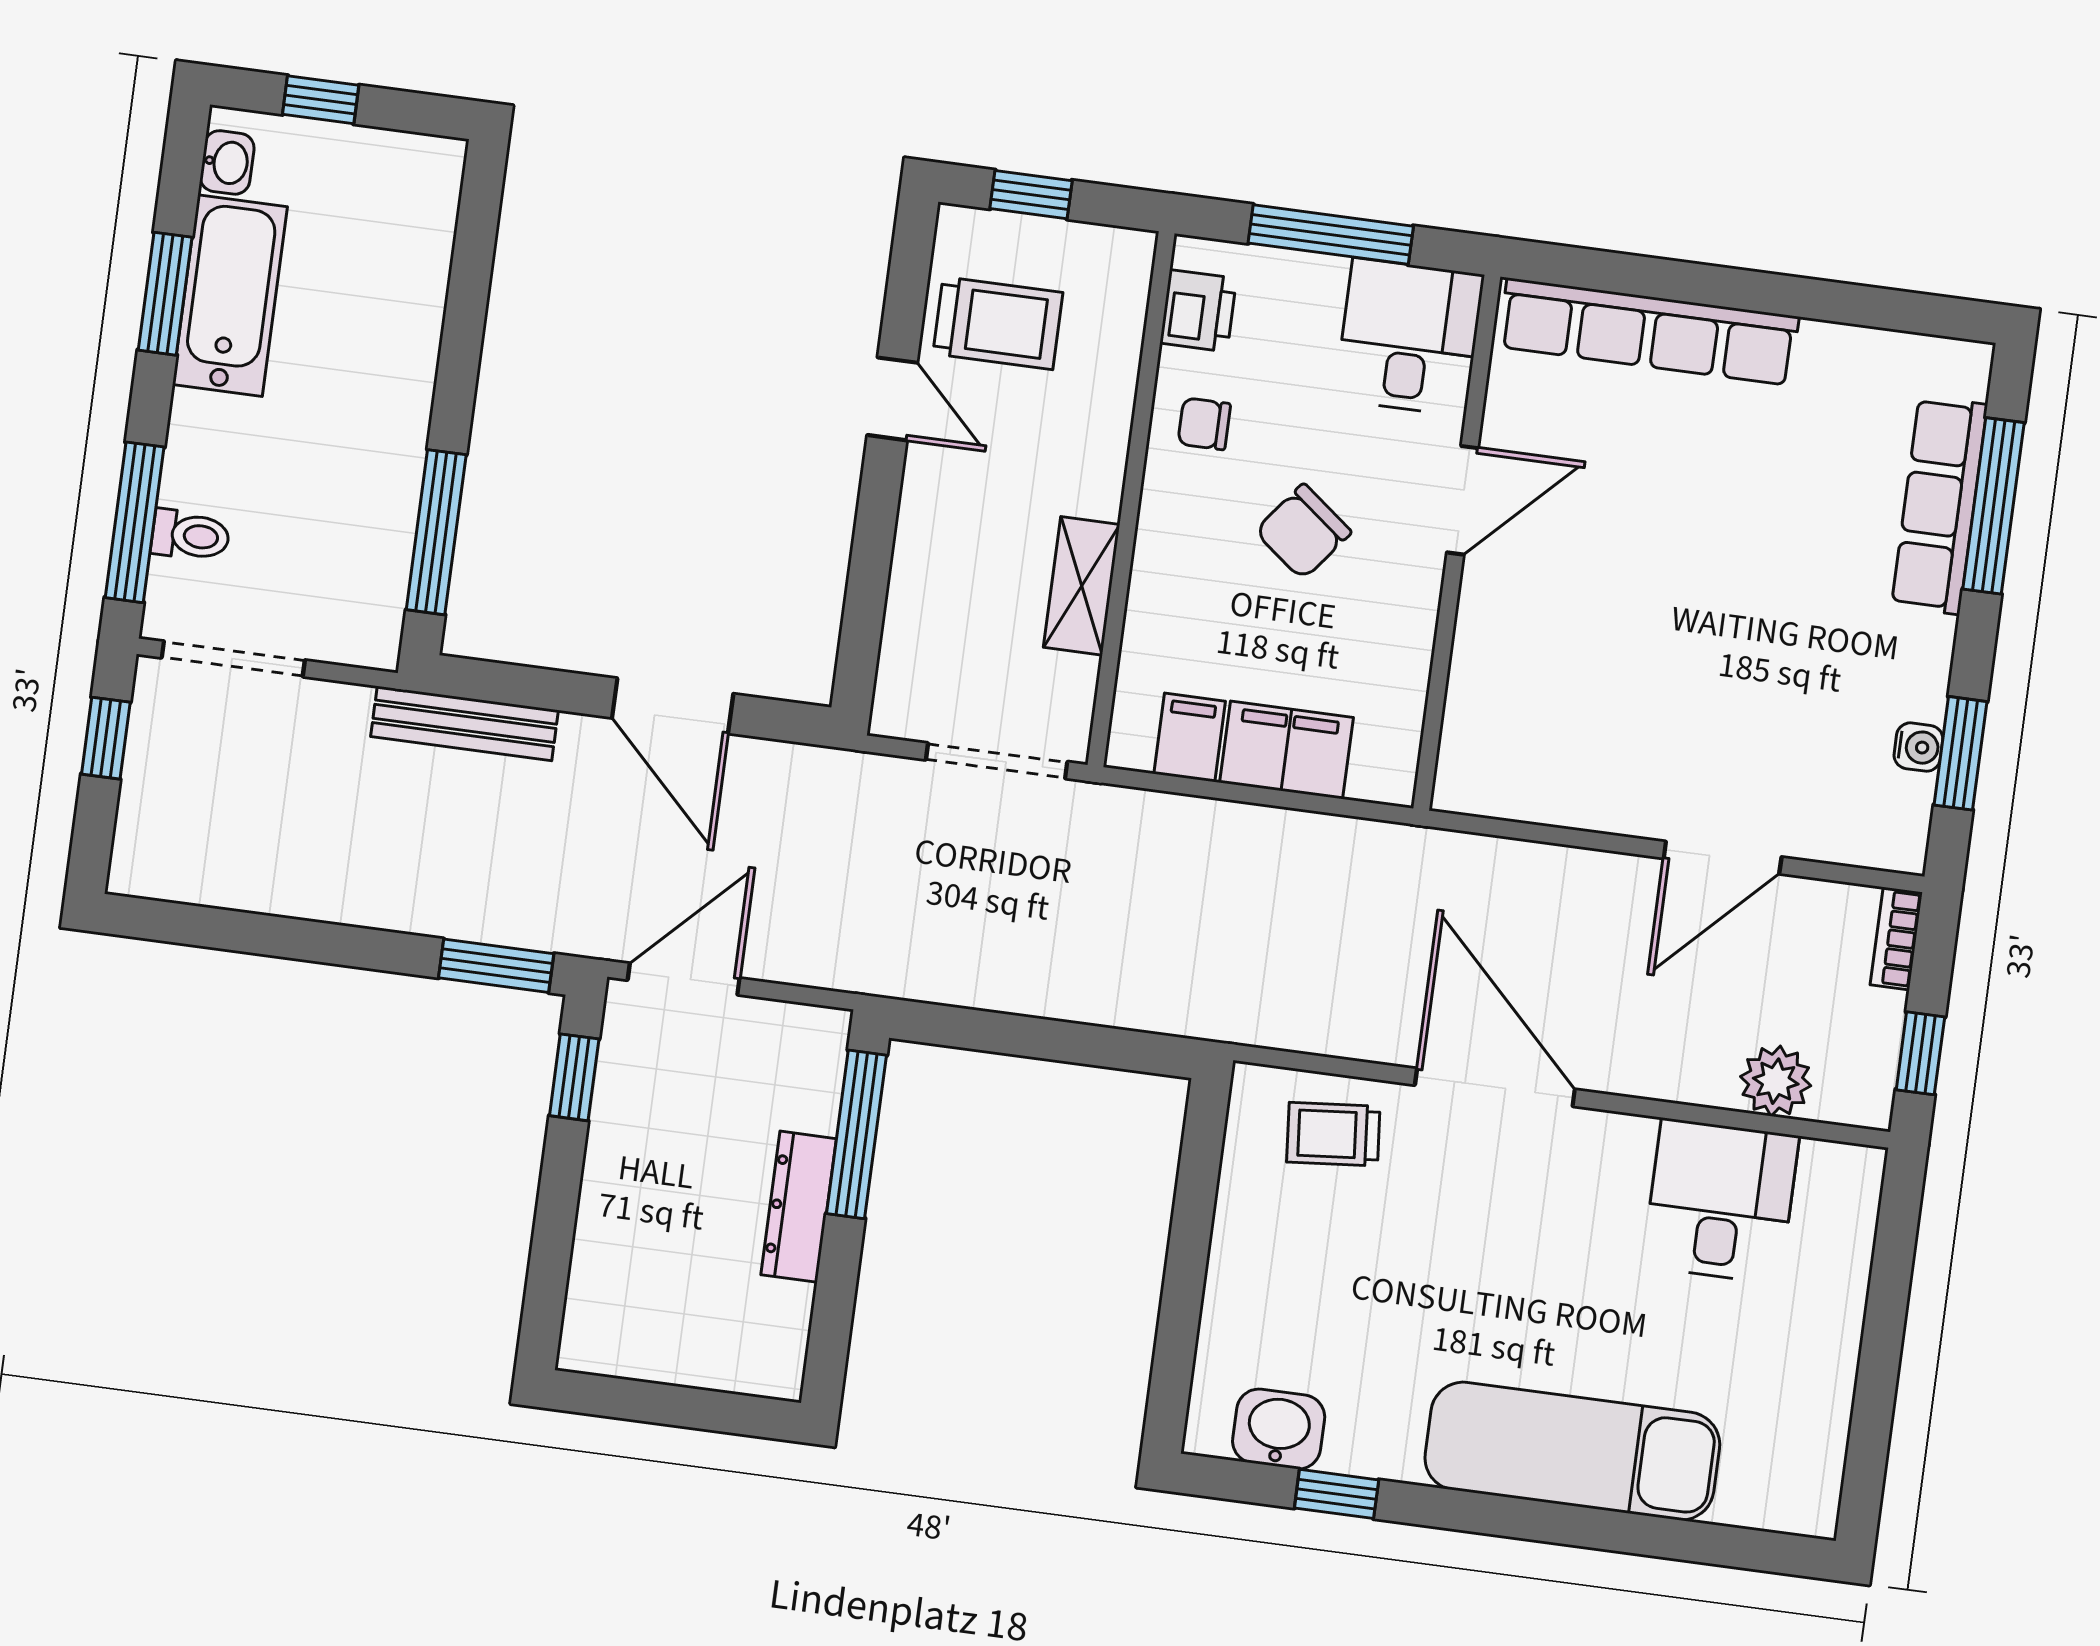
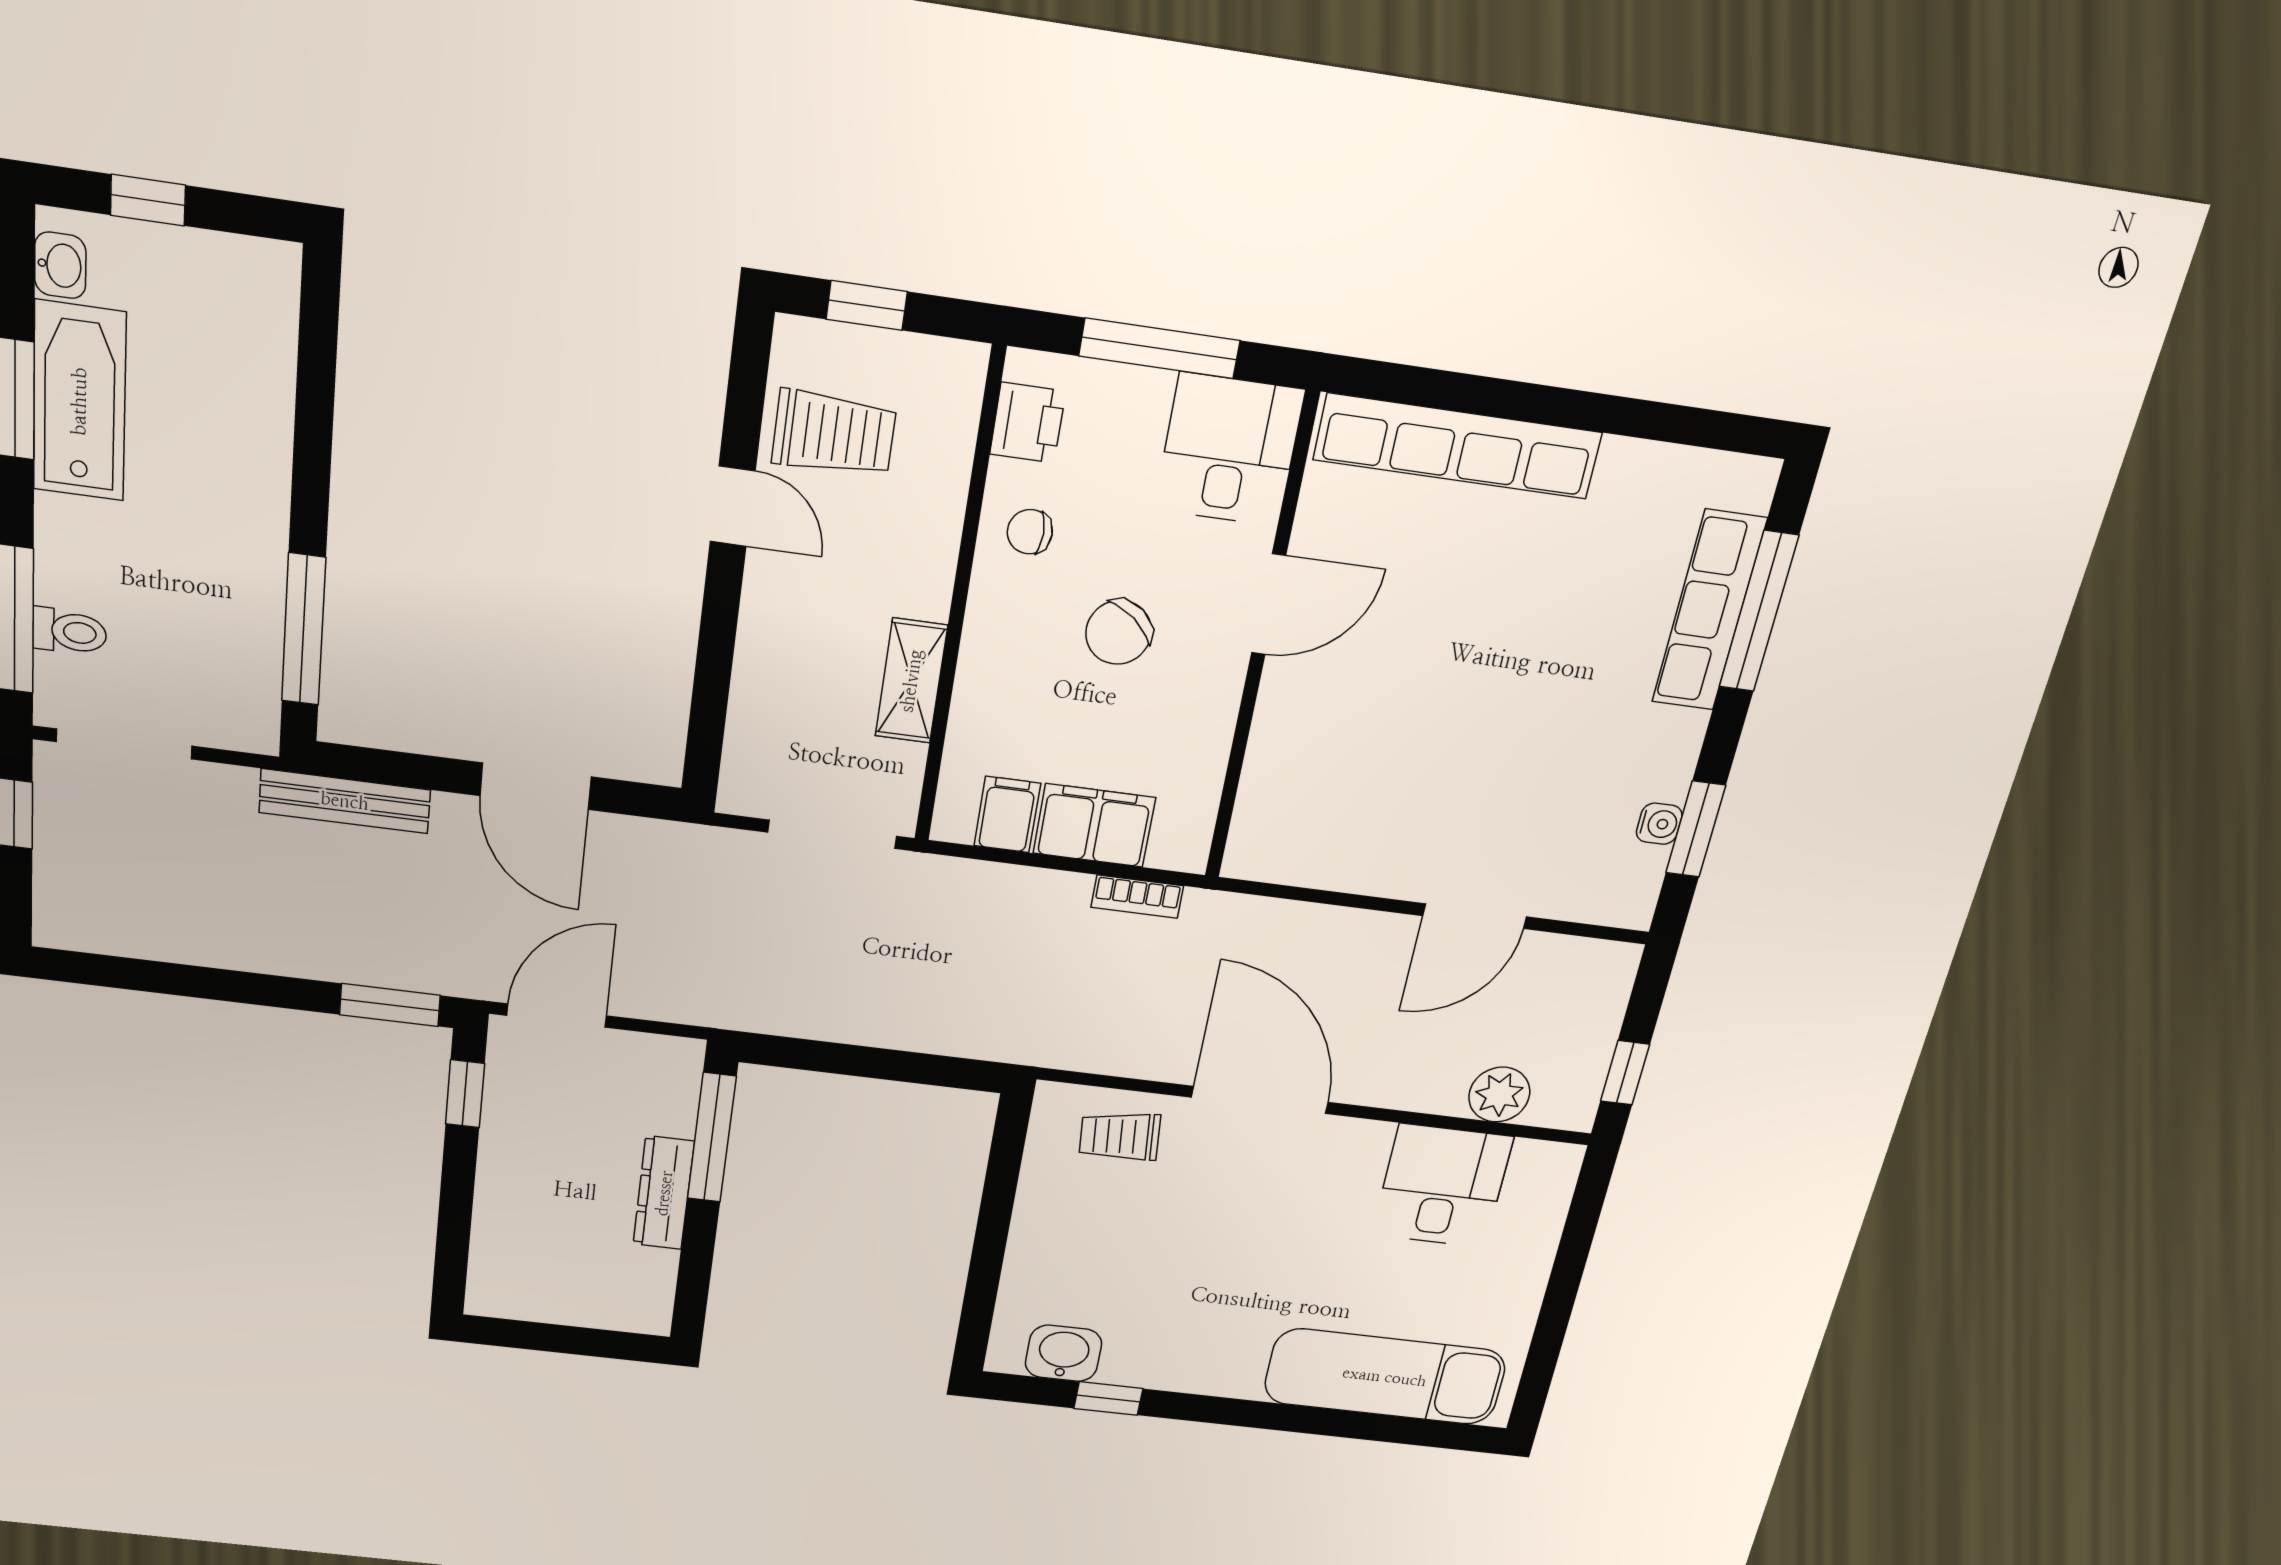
bookcase: (1896, 938) -> (1137, 897), moved, turned -90
exam couch: (1572, 1451) -> (1385, 1377), moved

